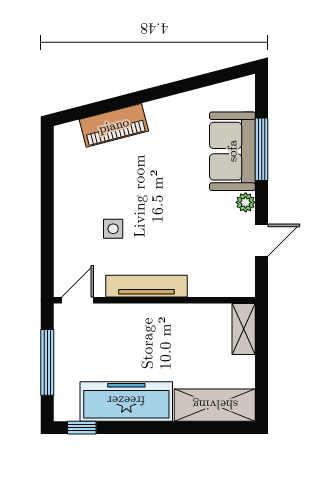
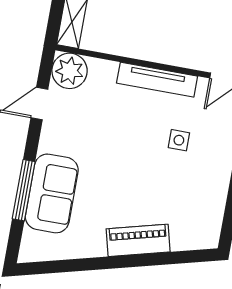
piano: (114, 125) -> (138, 240), moved
plant: (246, 202) -> (70, 71), moved, width x1.87, depth x1.87

